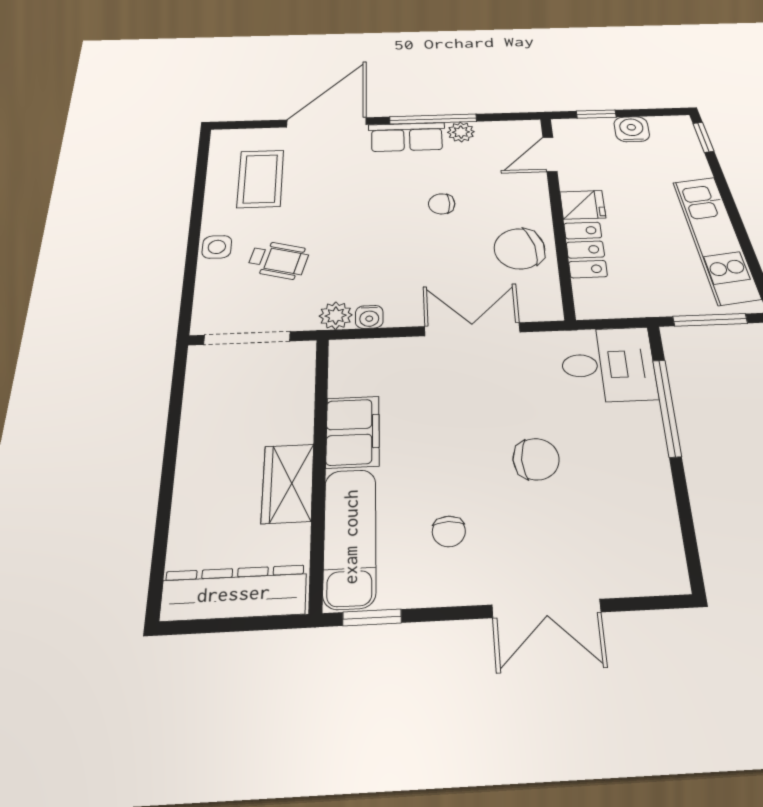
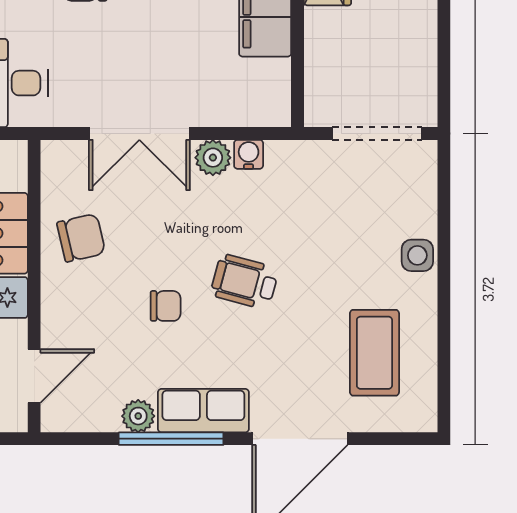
chair: (519, 249) -> (81, 238), width x0.73, depth x0.73
wheelchair: (278, 260) -> (245, 282), moved
plant: (336, 316) -> (213, 158), moved

